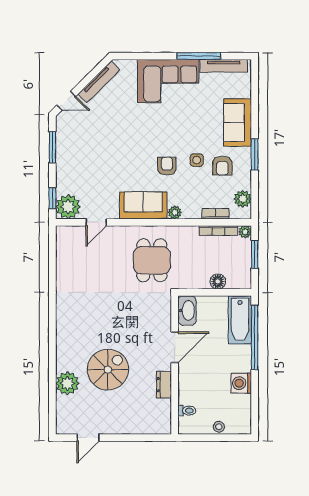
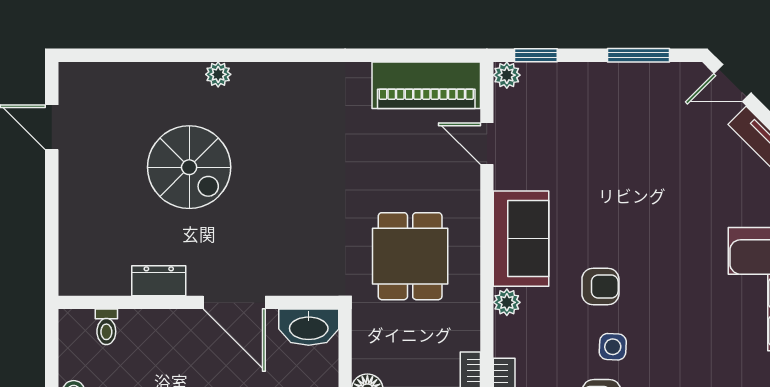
door: (66, 101) -> (733, 83), hinge flipped
plant: (68, 207) -> (507, 75), width x0.53, depth x0.53
piano: (67, 252) -> (426, 85), added
dining table: (152, 260) -> (410, 256), turned 90
plant: (67, 383) -> (218, 74), moved, width x0.53, depth x0.53

